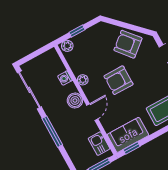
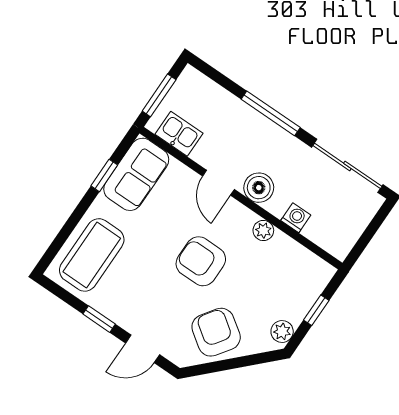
armchair: (128, 44) -> (216, 332), turned -105
plant: (67, 46) -> (282, 331), moved
armchair: (118, 80) -> (201, 261), turned -90
window: (132, 148) -> (104, 175), moved

